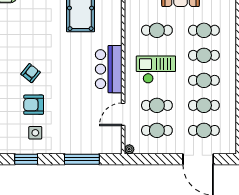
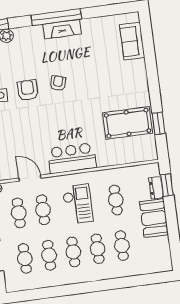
armchair: (31, 73) -> (58, 83), turned -113

